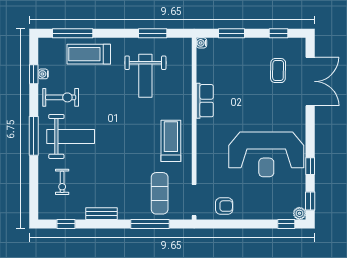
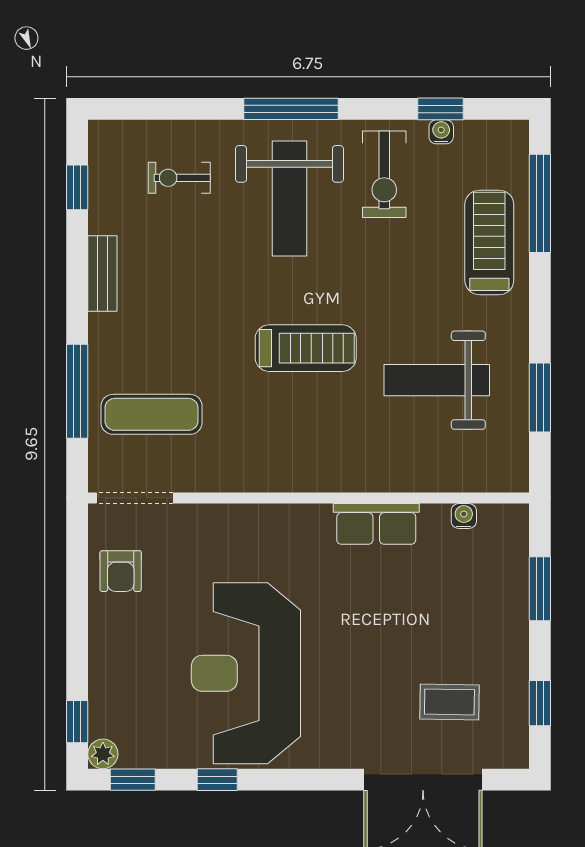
water cooler: (201, 43) -> (464, 516), moved
treadmill: (171, 141) -> (306, 348), moved

